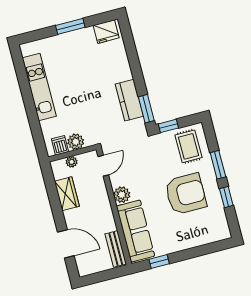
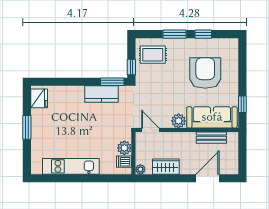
plant: (72, 162) -> (140, 169), moved
armchair: (186, 194) -> (205, 73), moved
bench: (116, 249) -> (211, 138), moved

